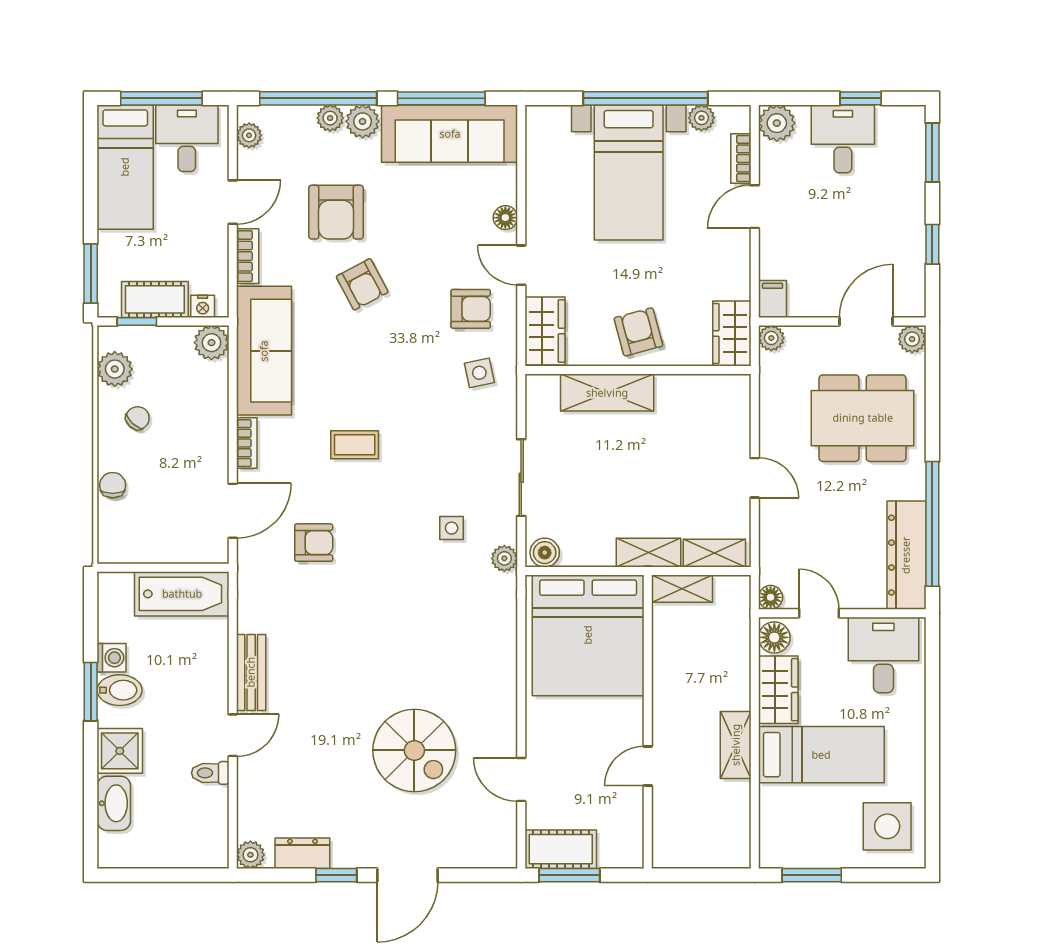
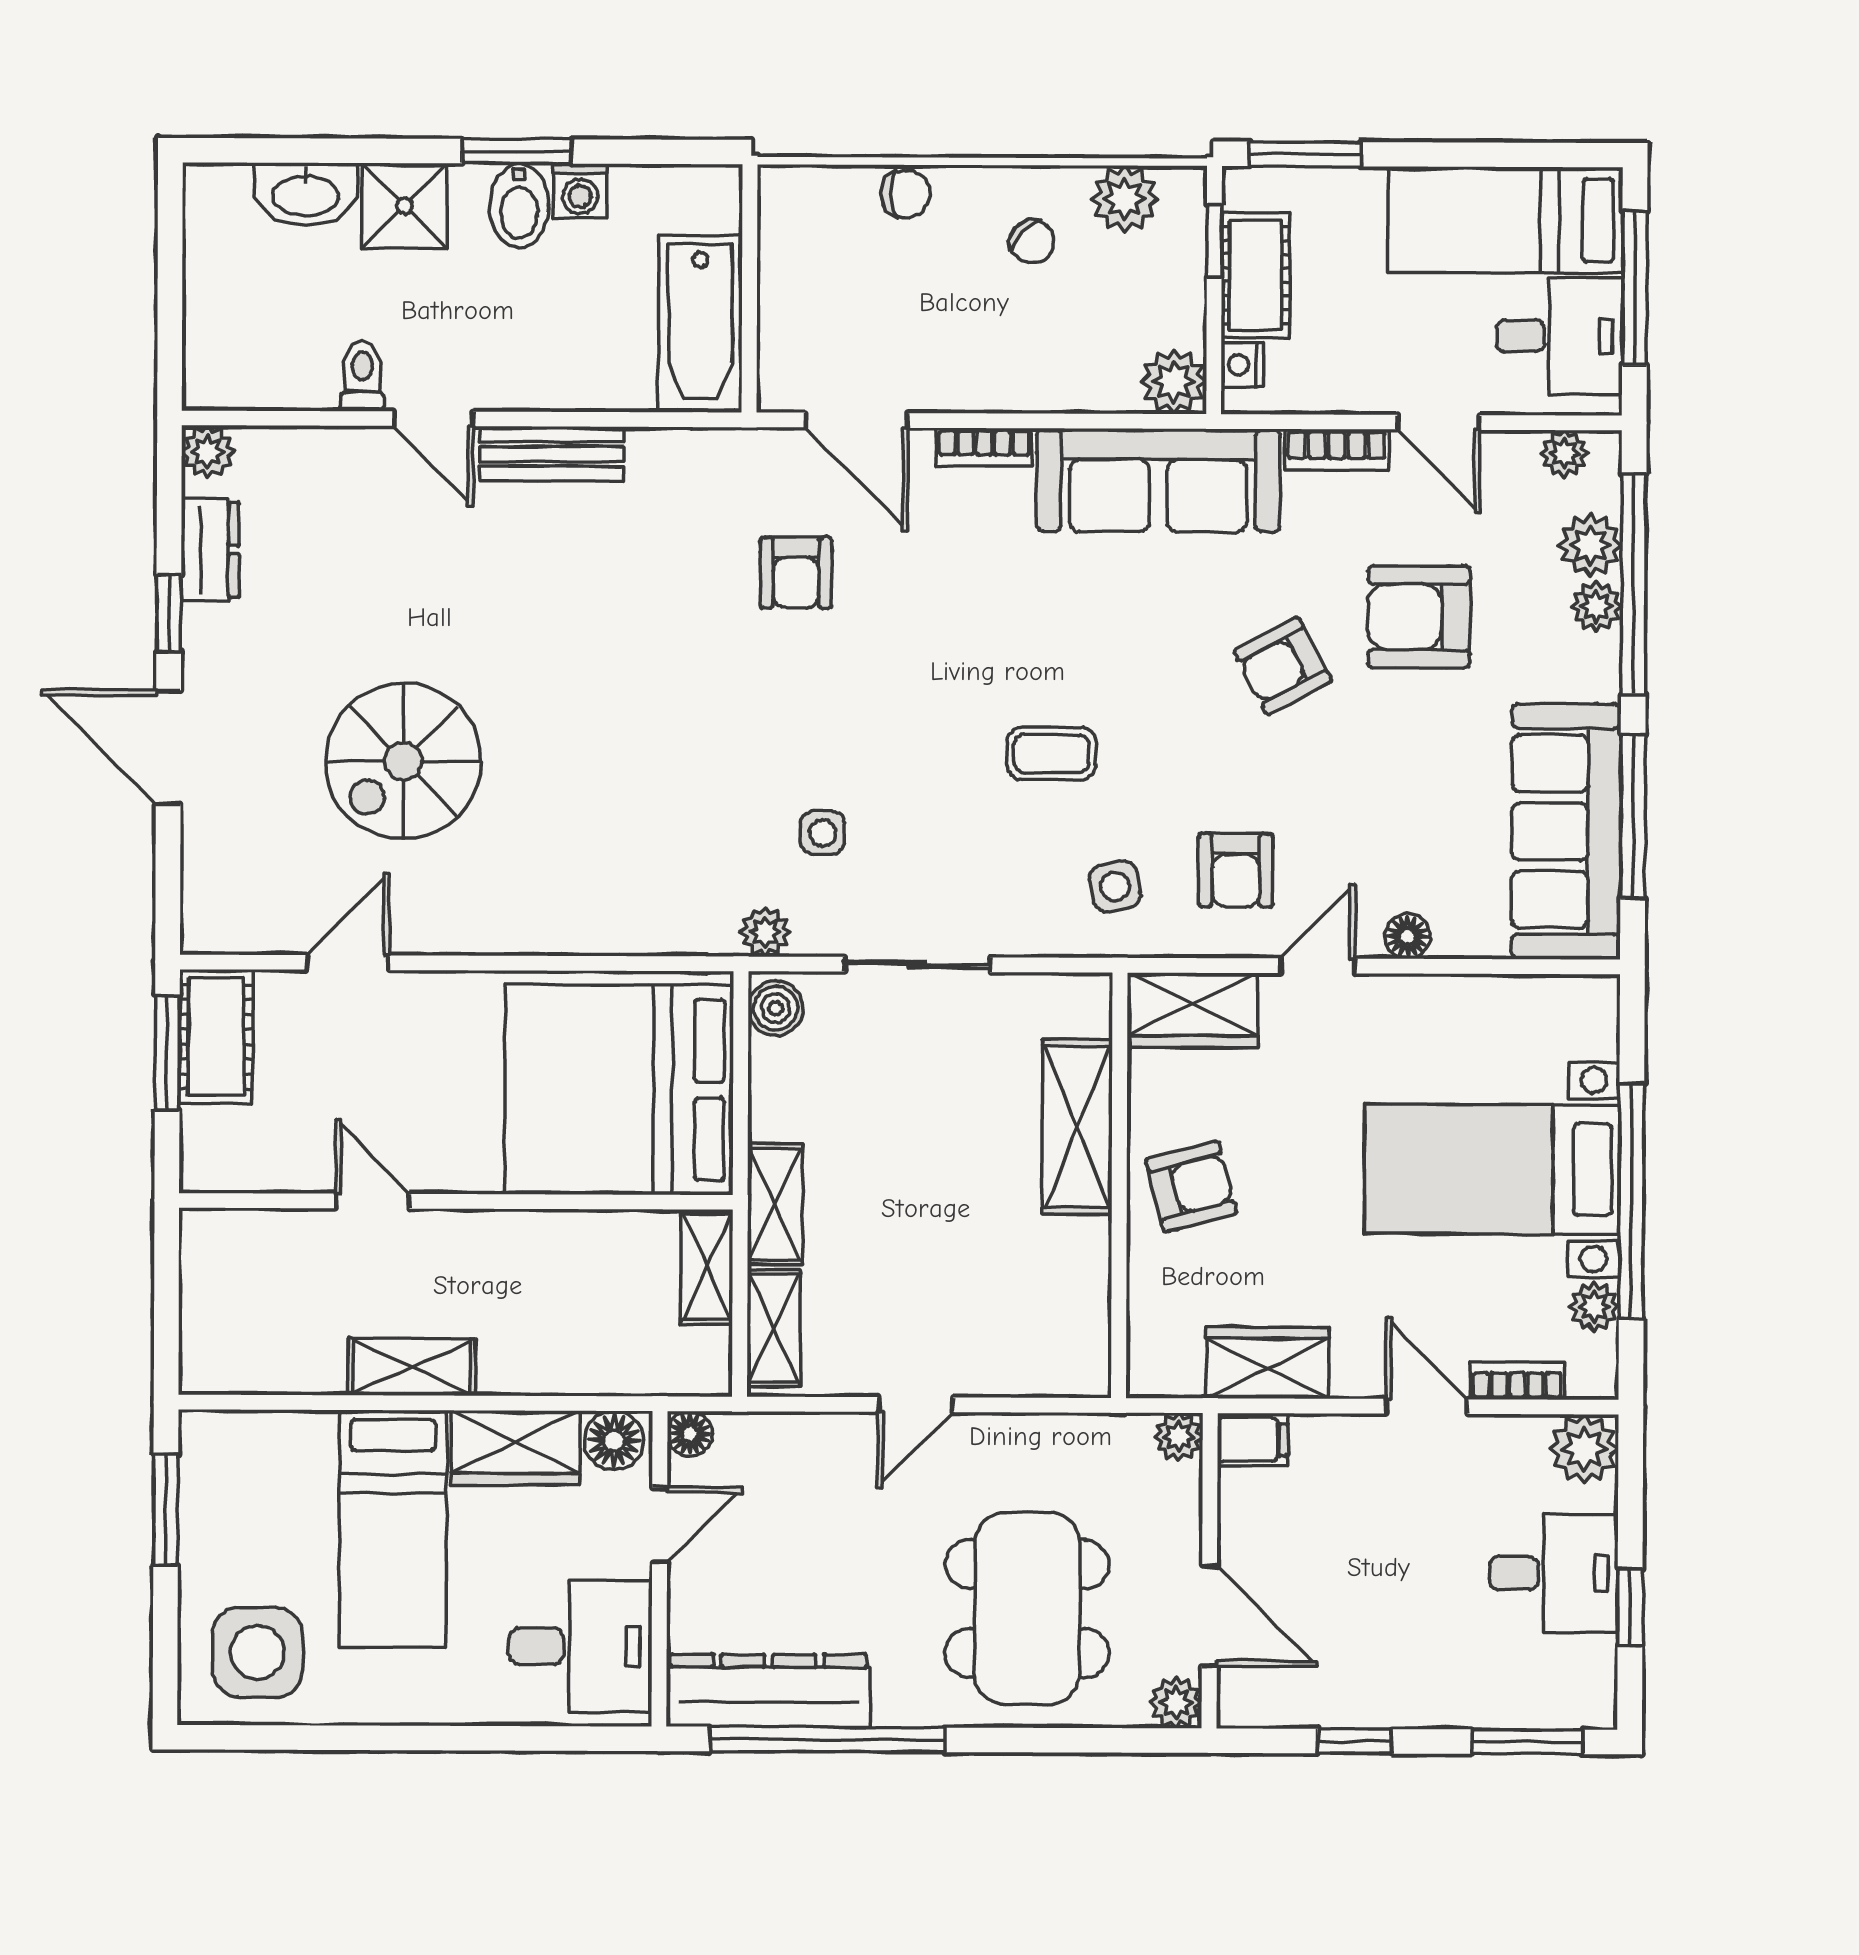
plant: (363, 121) -> (1590, 545), moved
wardrobe: (732, 333) -> (1267, 1363), moved
coffee table: (355, 445) -> (1051, 753), moved, turned 90

